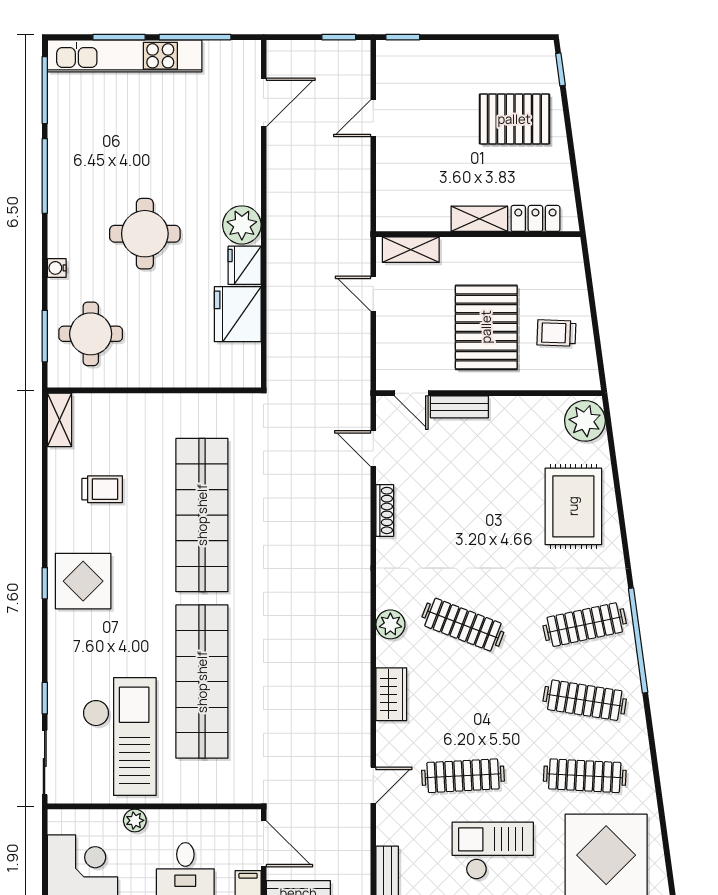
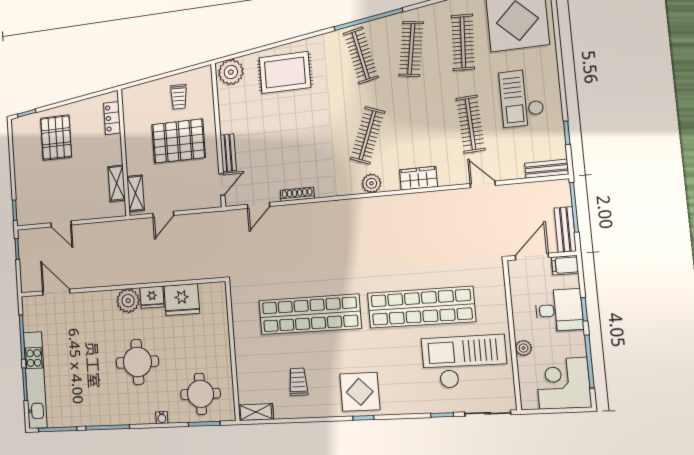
shelving: (479, 219) -> (117, 183), moved

